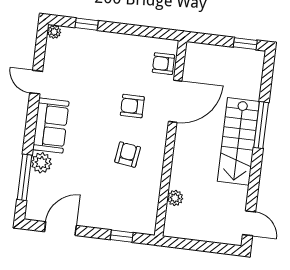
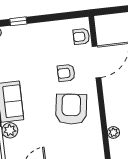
armchair: (128, 155) -> (71, 109), width x1.88, depth x1.88

